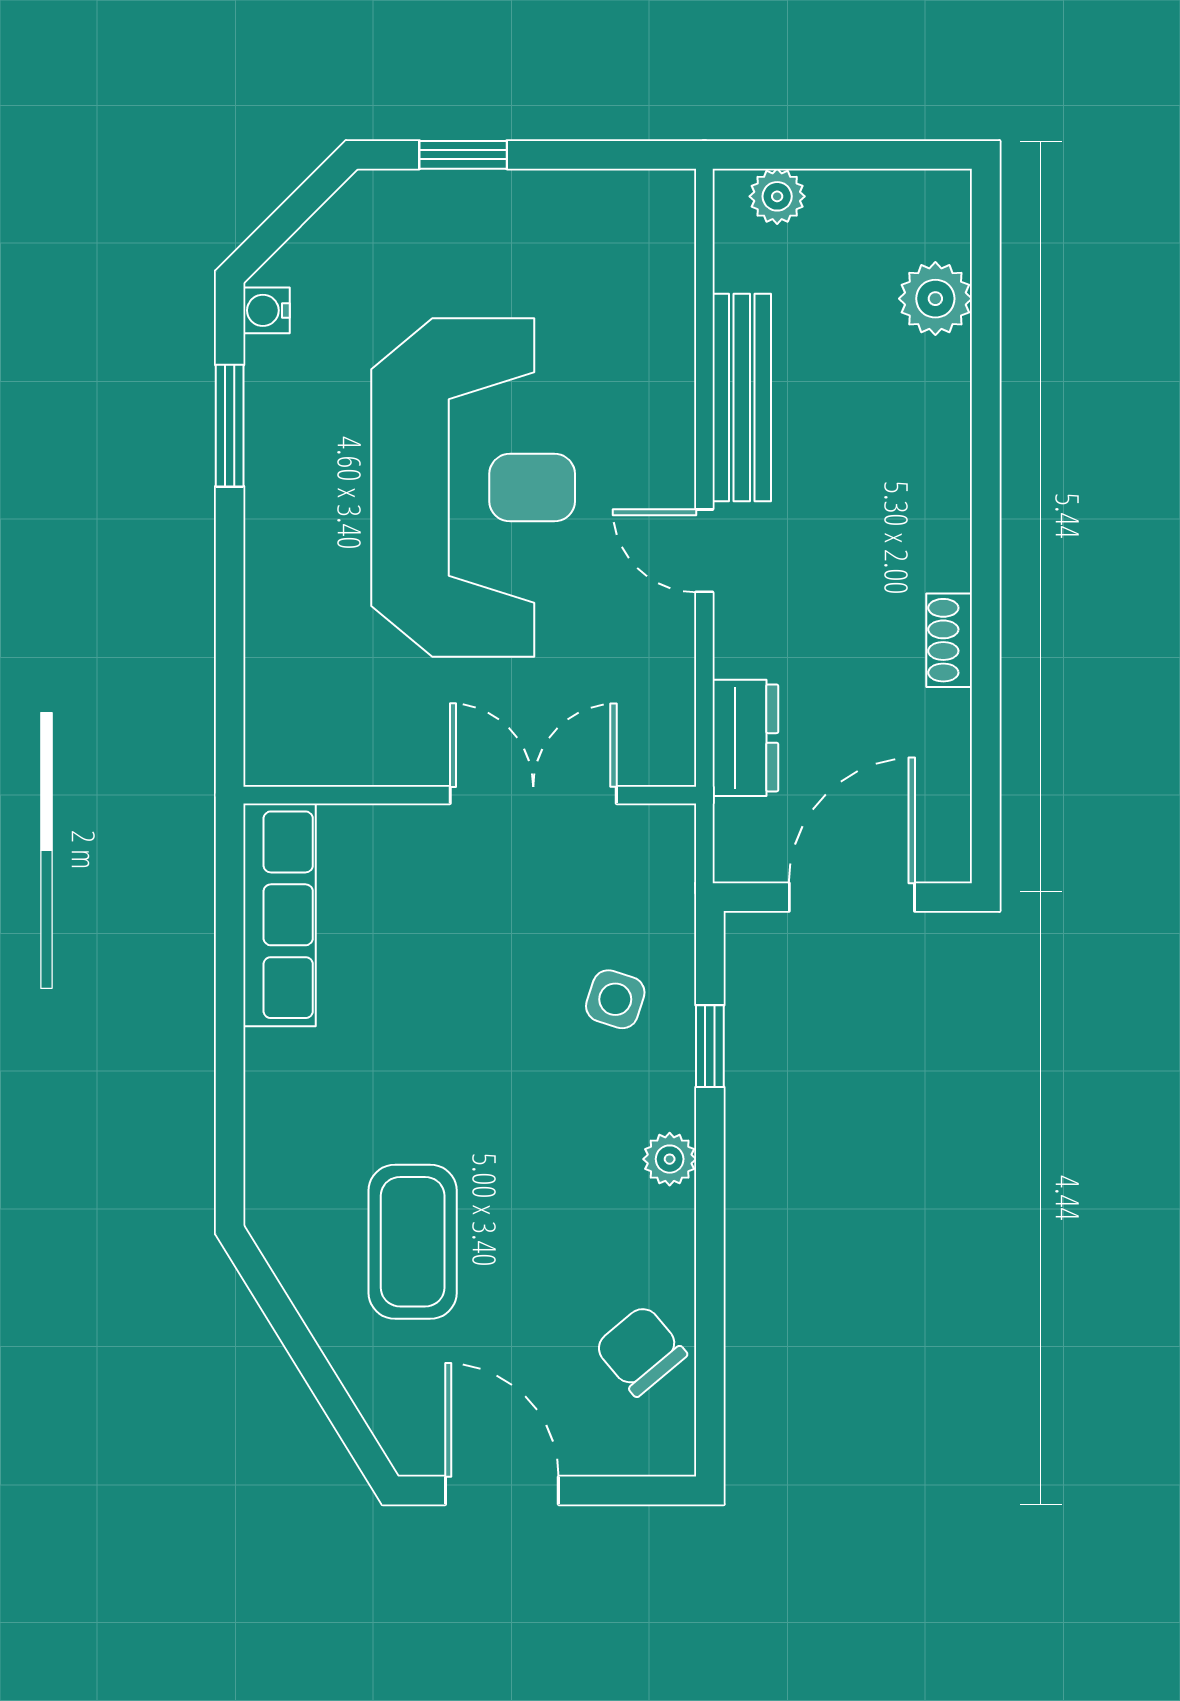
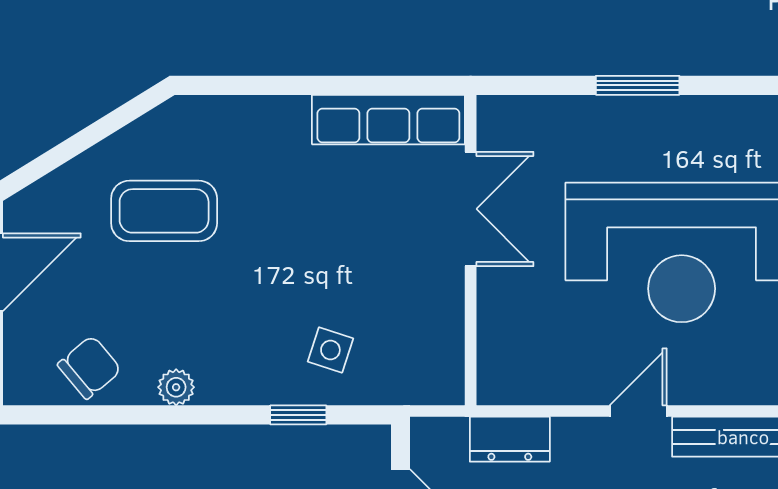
window: (230, 426) -> (638, 85), moved
double door: (533, 795) -> (471, 209), moved
plant: (670, 1159) -> (176, 387), moved

